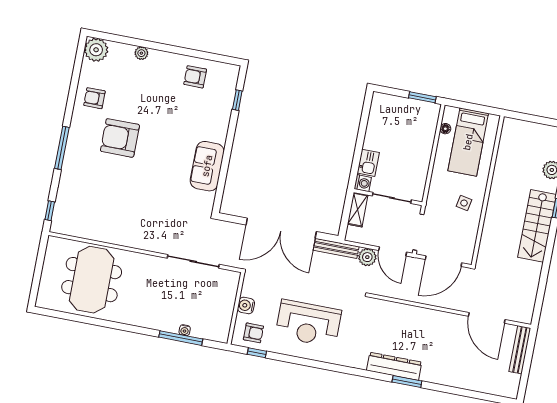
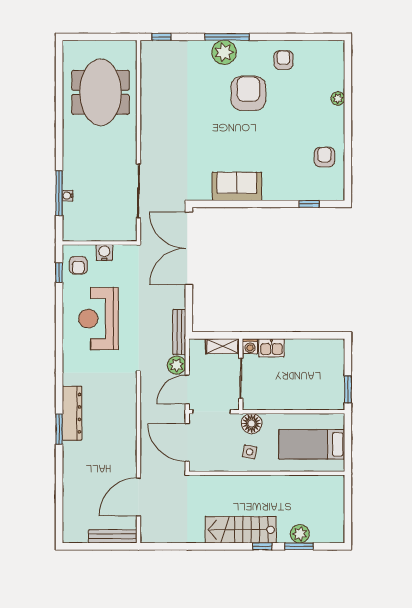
plant: (96, 50) -> (224, 52), moved
floor lamp: (445, 129) -> (252, 423), moved, width x1.89, depth x1.89
double door: (281, 228) -> (189, 248), moved
meeting table: (92, 280) -> (100, 92), turned 90

